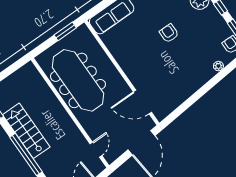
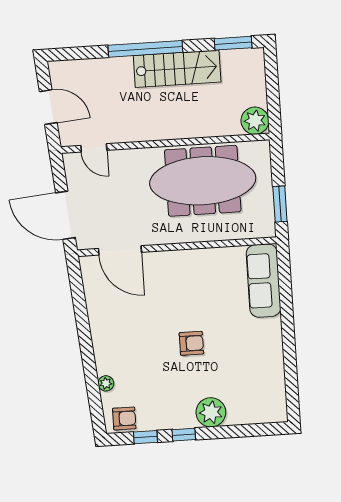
plant: (29, 72) -> (255, 121), added
door: (142, 102) -> (120, 250), swing flipped

